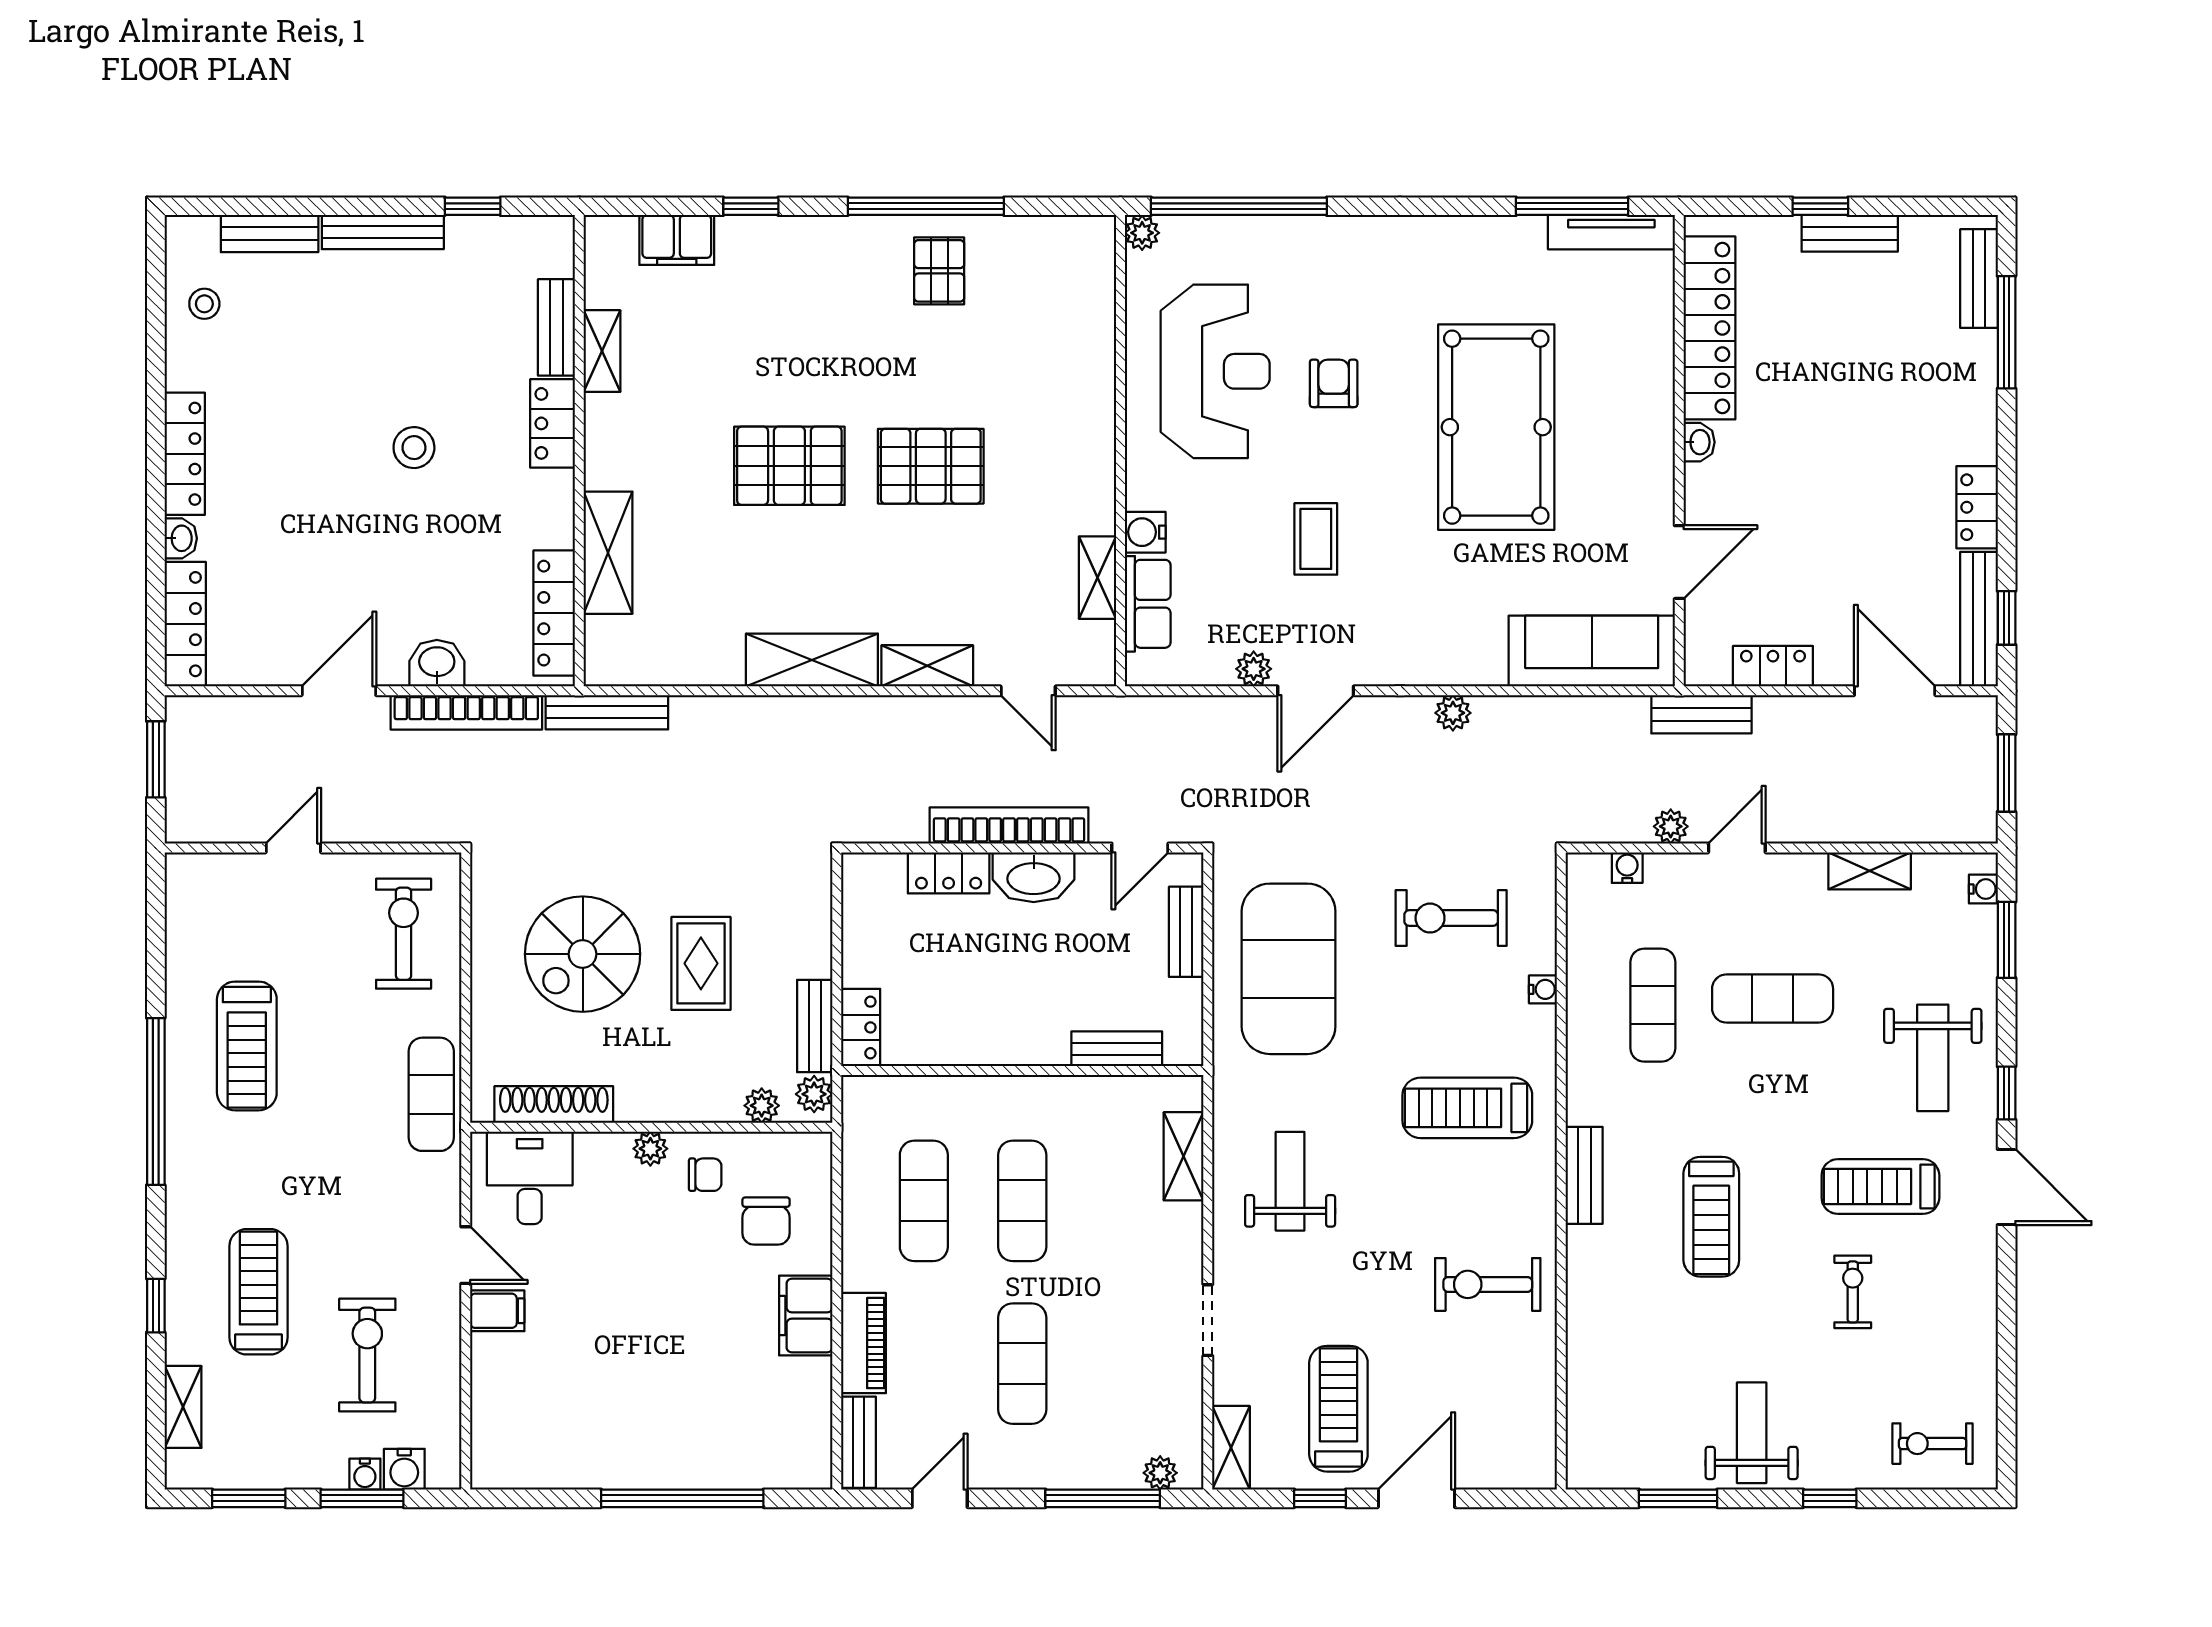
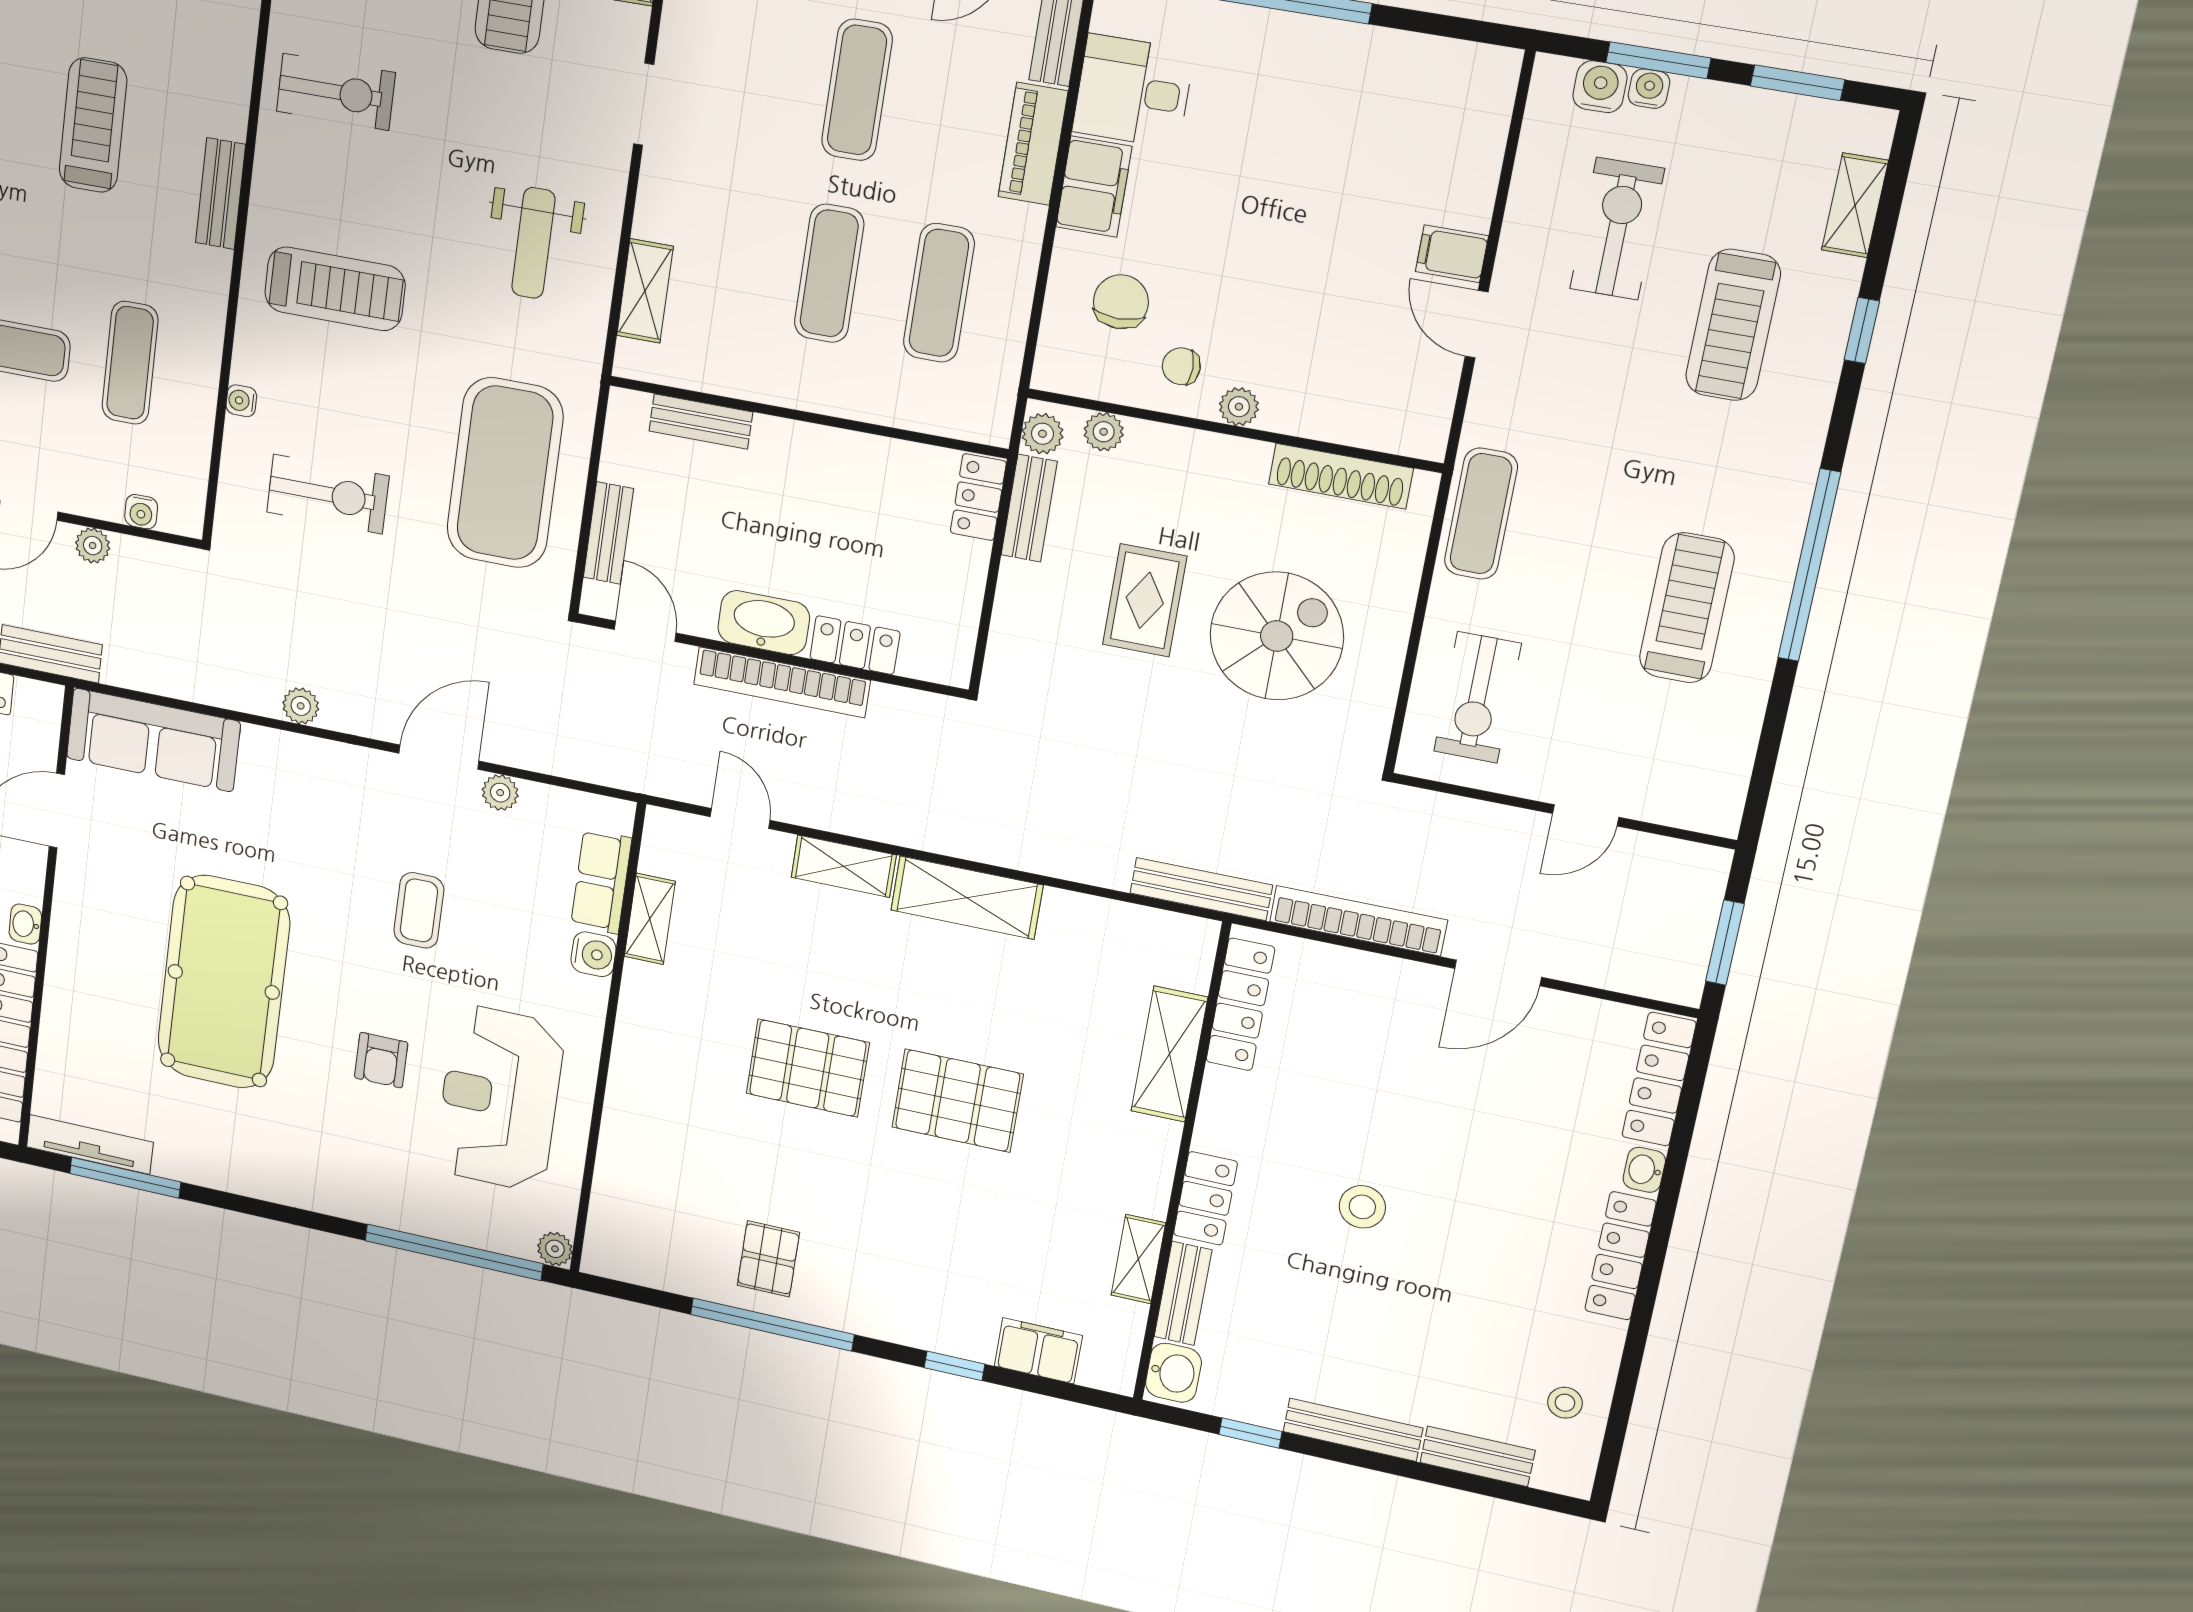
washbasin: (437, 663) -> (1173, 1373), moved, turned -90
door: (1140, 848) -> (645, 631), hinge flipped
desk: (530, 1178) -> (1133, 91), moved, turned 90
exercise bike: (367, 1355) -> (1617, 229), turned 180

